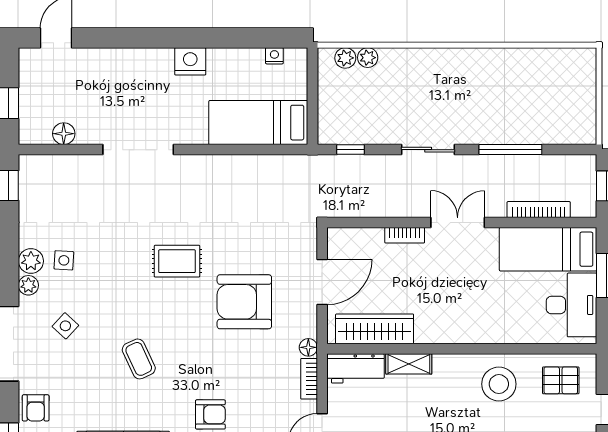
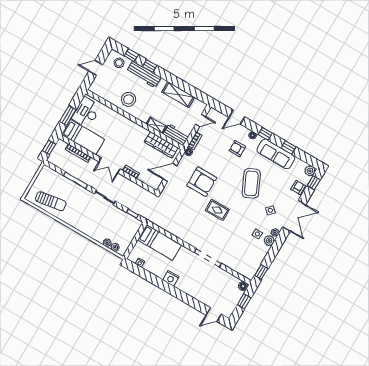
sun lounger: (537, 75) -> (51, 201), added
floor lamp: (64, 134) -> (243, 286), moved
coffee table: (139, 359) -> (251, 183), width x1.86, depth x1.72
pallet: (561, 380) -> (106, 88), removed

